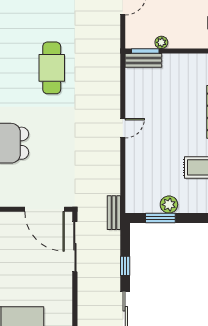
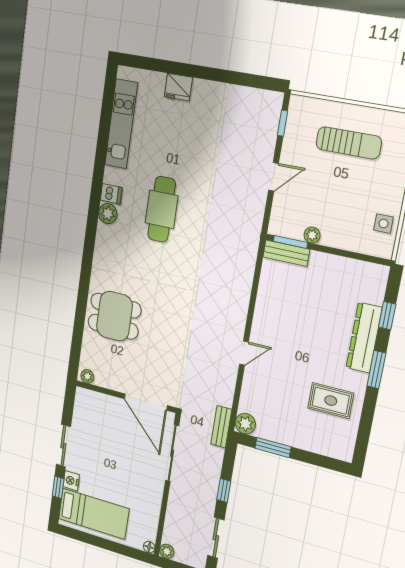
cafe table: (52, 68) -> (162, 209), moved
door: (123, 128) -> (244, 353), moved
plant: (169, 205) -> (245, 424), moved

